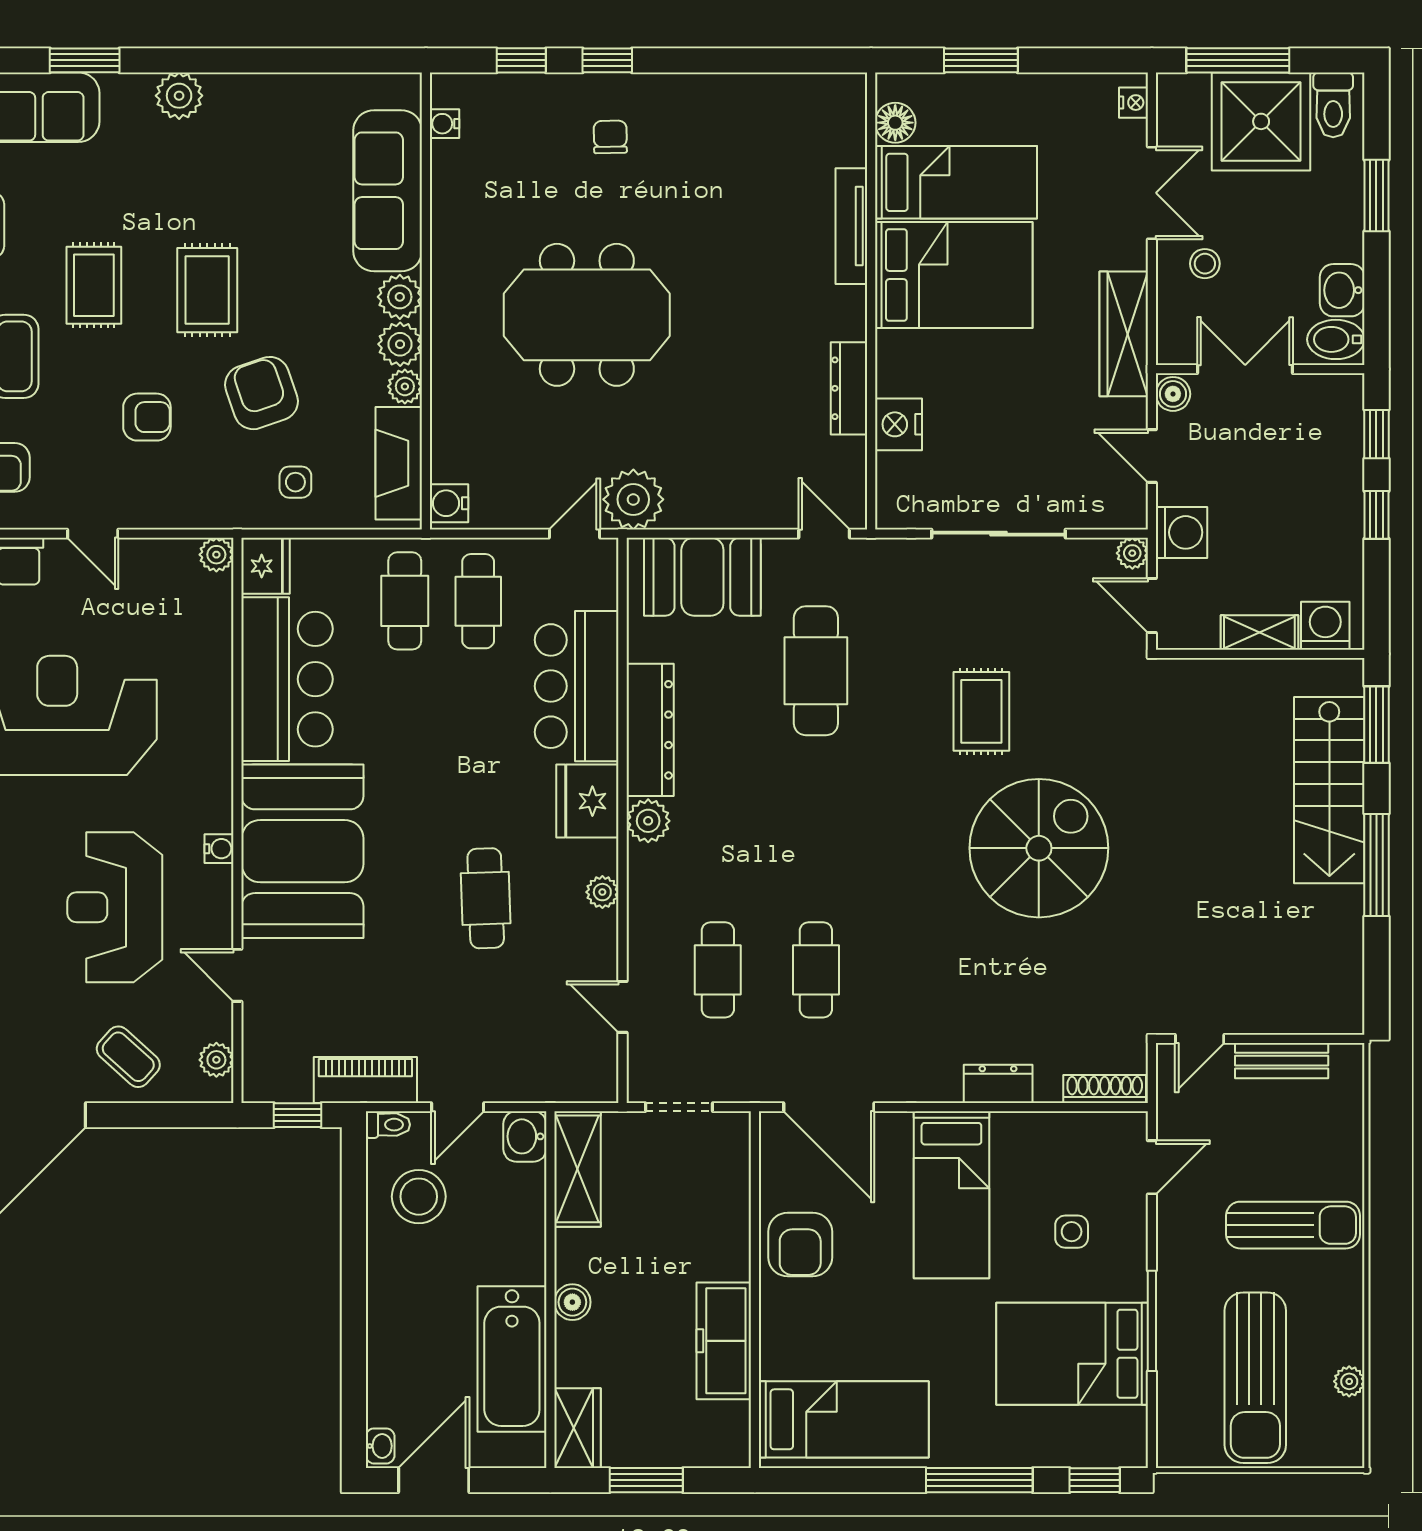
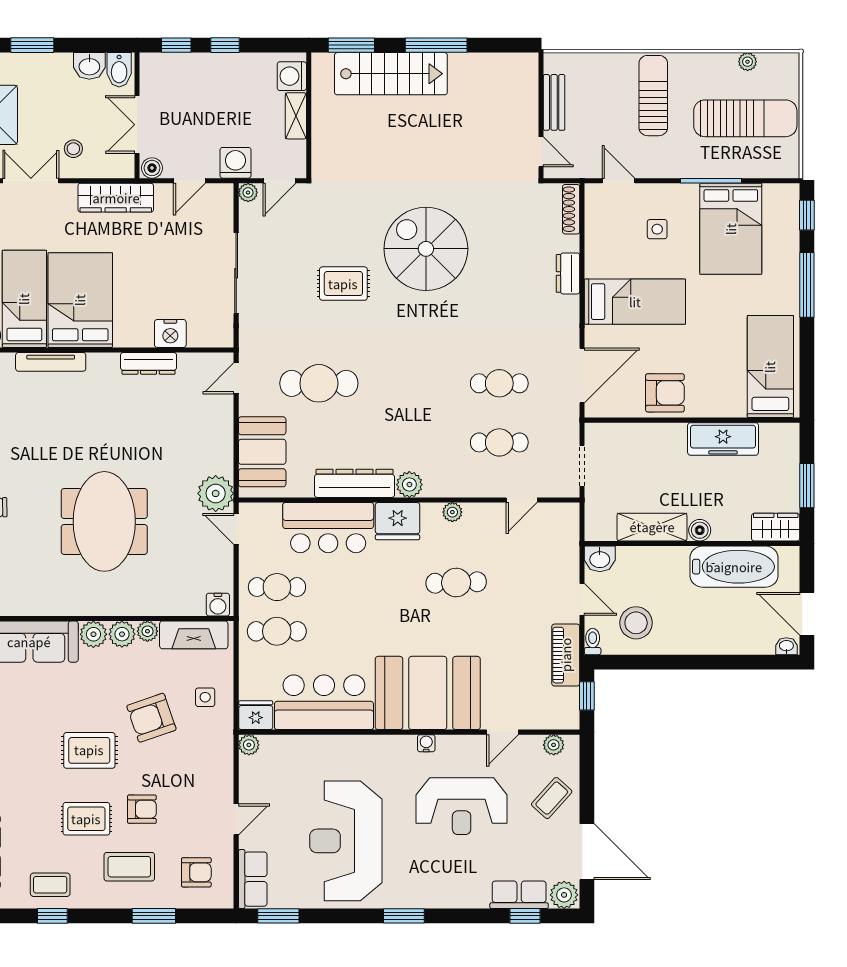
armchair: (147, 417) -> (142, 809), moved, turned 90
shelving: (577, 1169) -> (652, 527), moved

